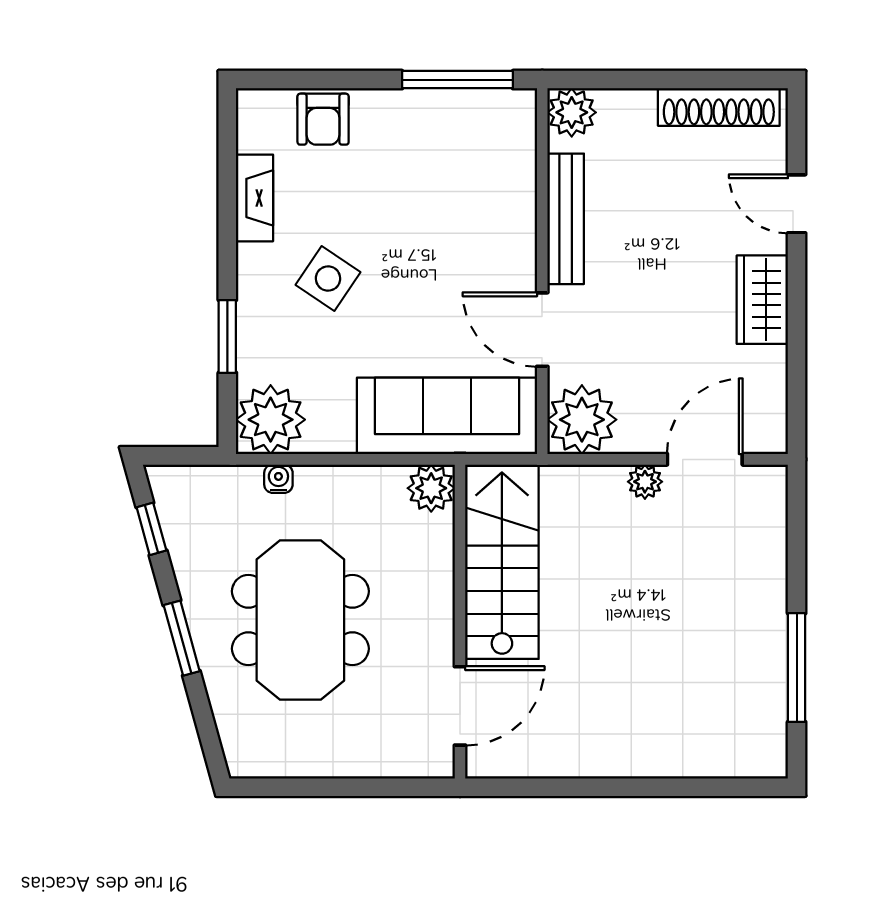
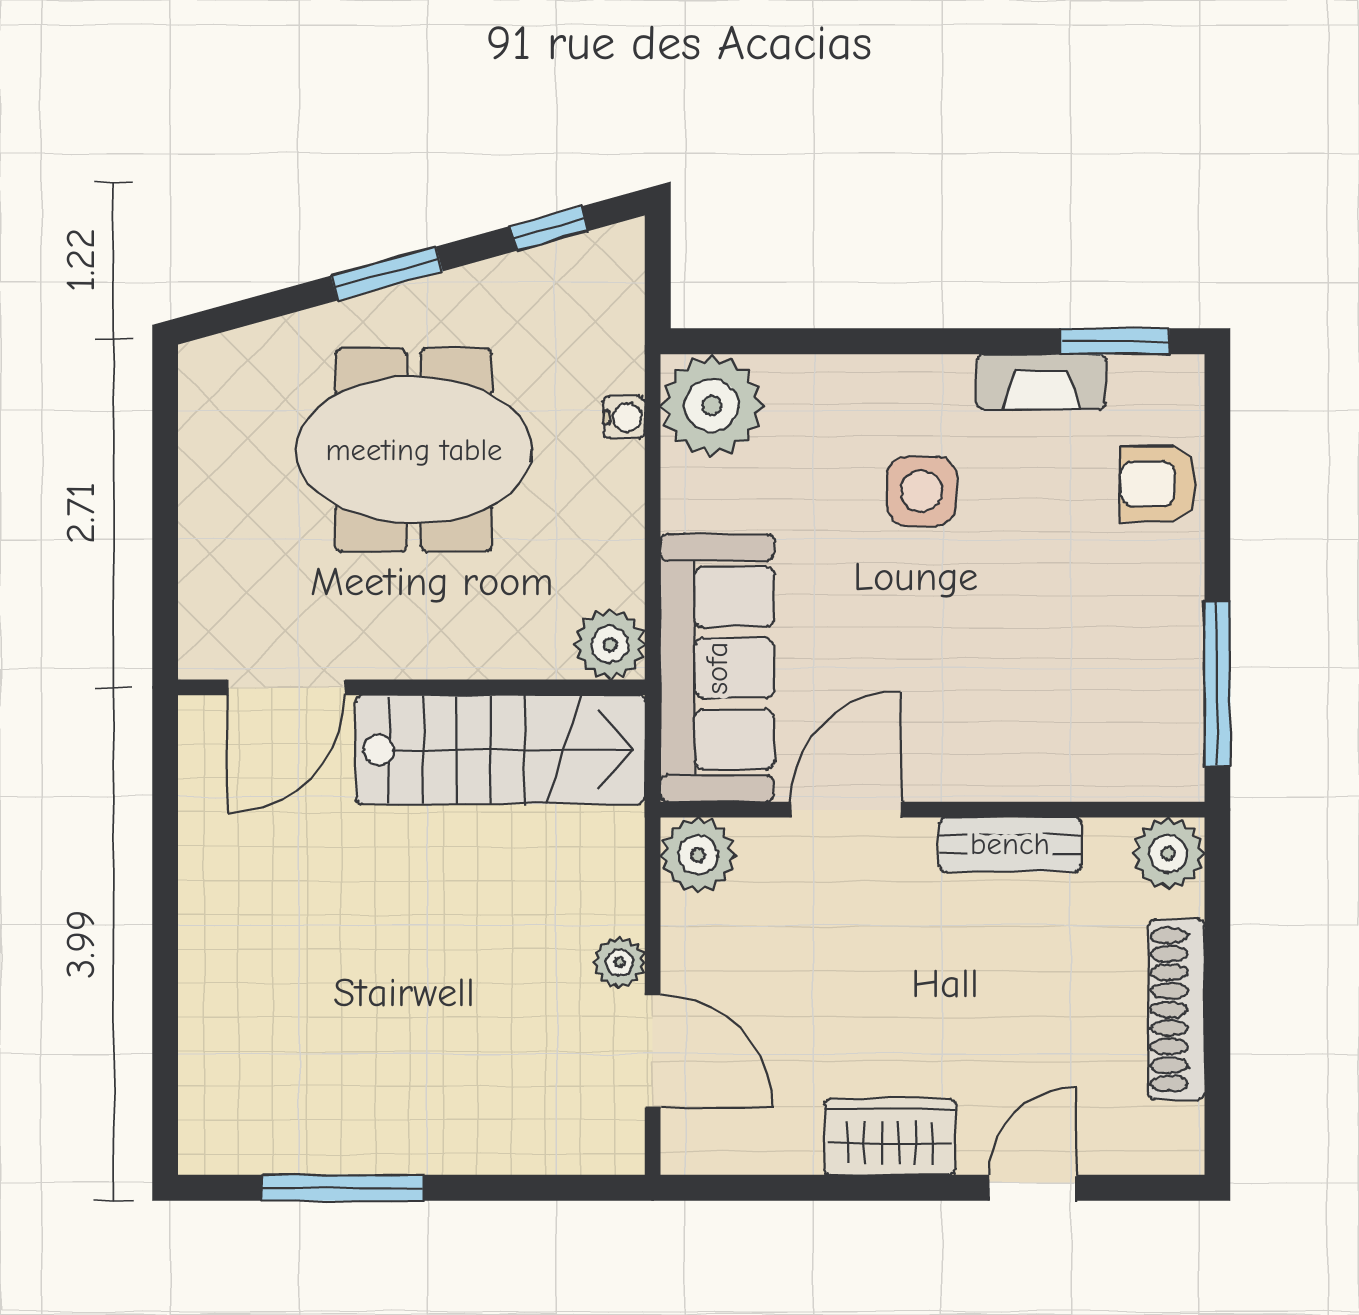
shoe rack: (719, 107) -> (1177, 1009), moved
bench: (566, 219) -> (1010, 844), width x0.73
side table: (328, 278) -> (922, 491), turned -34
window: (227, 336) -> (1115, 341), moved
plant: (582, 420) -> (698, 855), width x0.73, depth x0.73
door: (460, 706) -> (286, 687), hinge flipped

